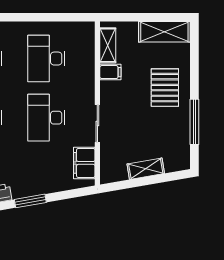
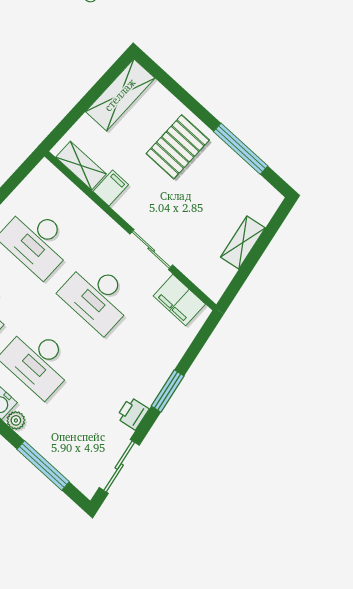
pallet: (165, 88) -> (178, 147), turned 90

